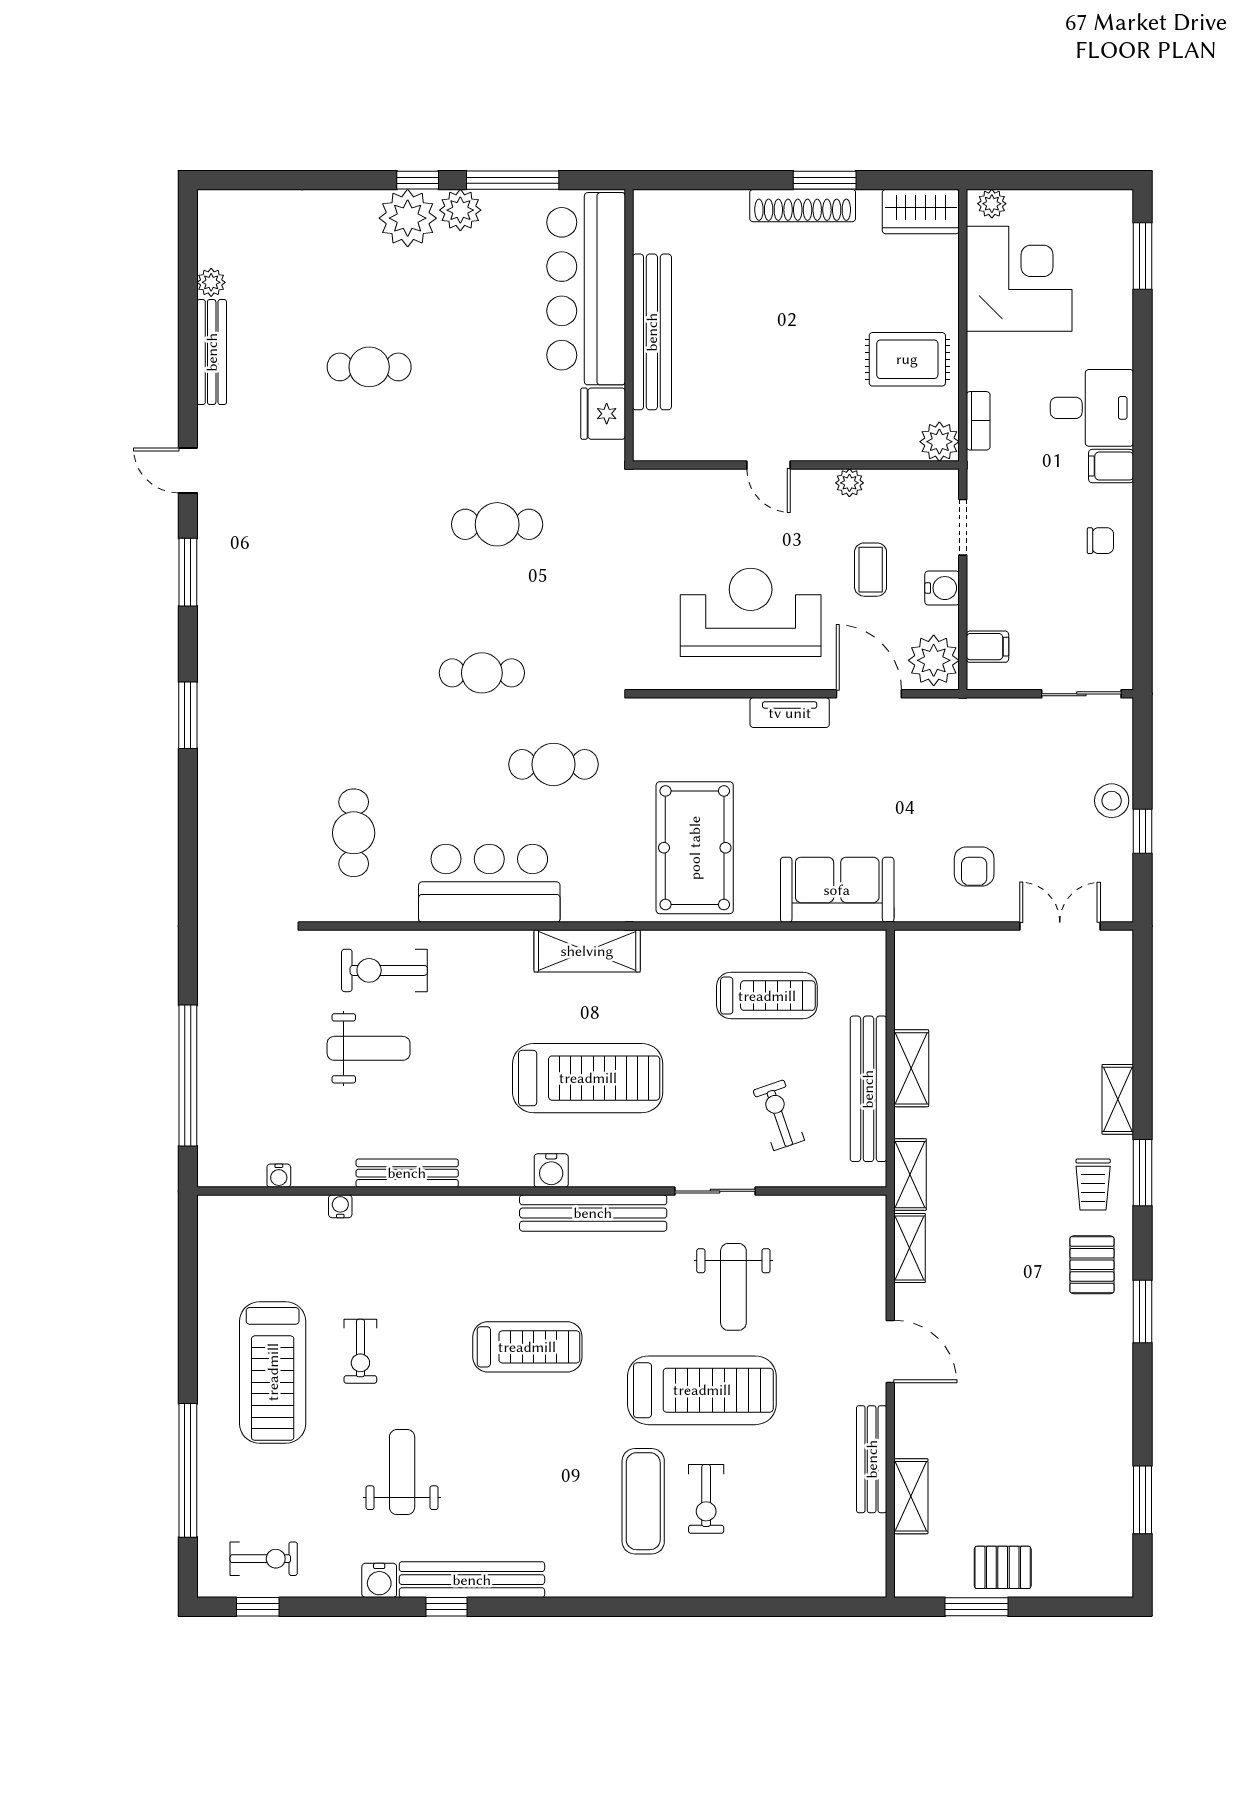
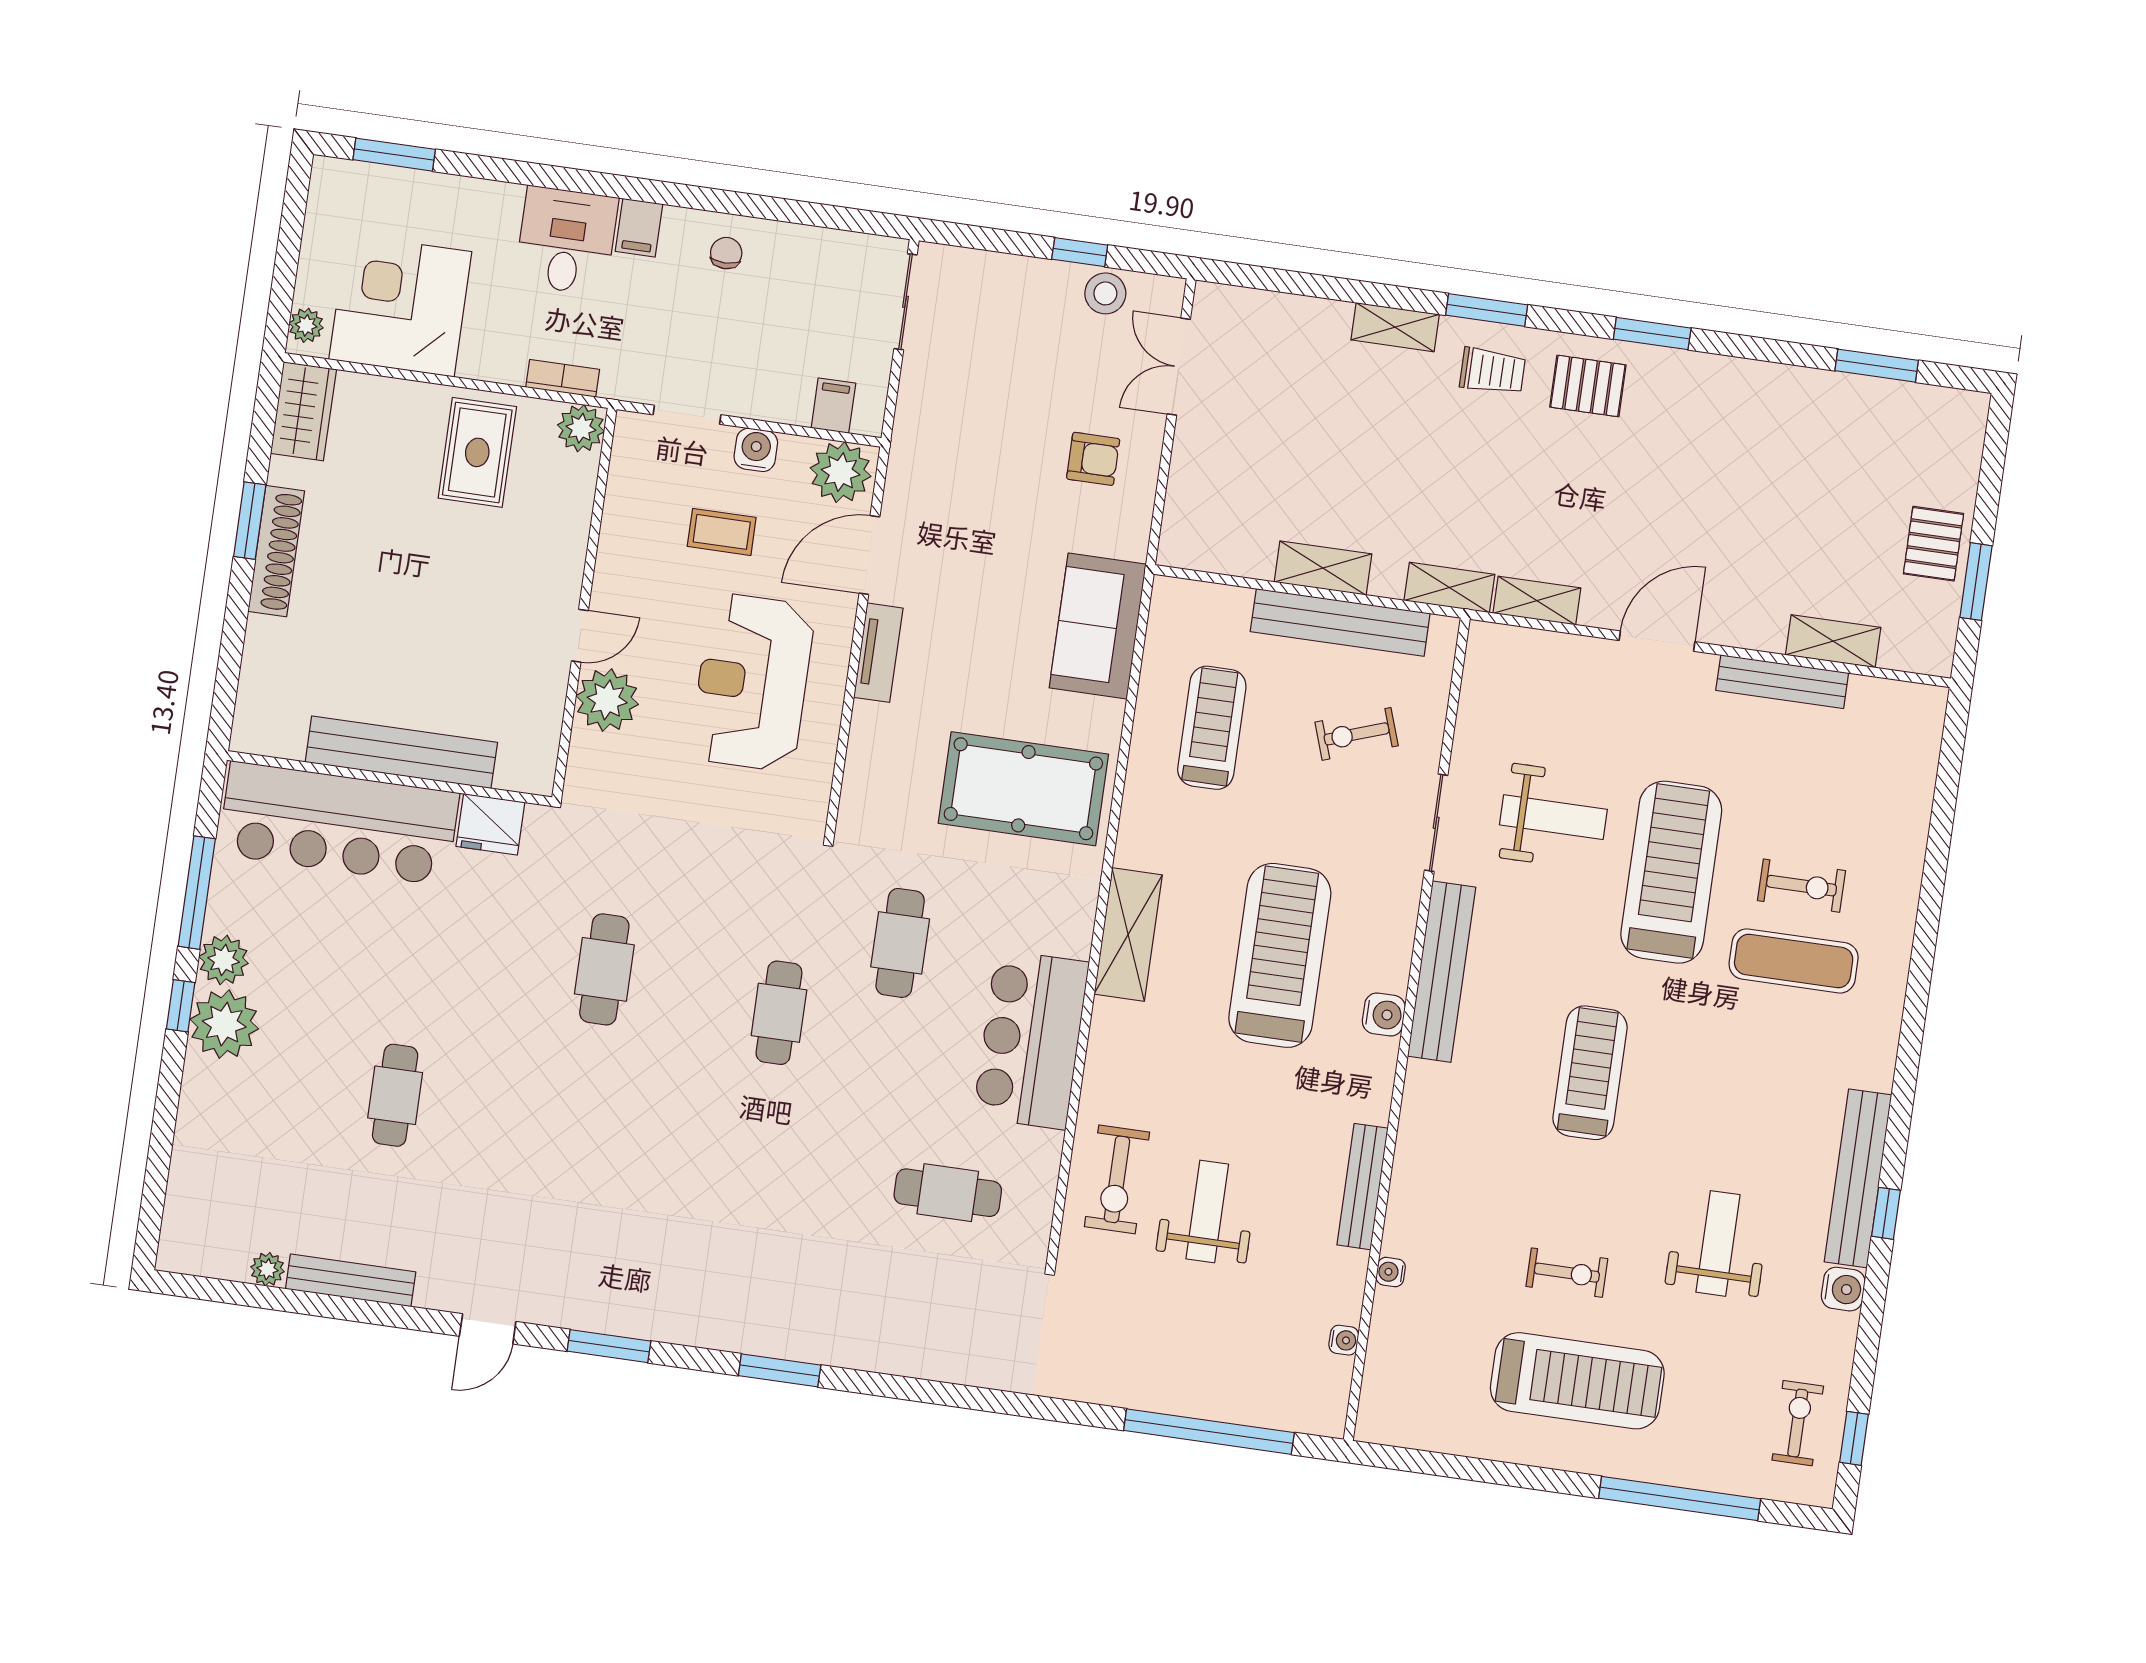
plant: (849, 483) -> (607, 700), moved, width x1.88, depth x1.88
stool: (1112, 801) -> (1105, 293), moved
weight bench: (402, 1472) -> (1718, 1243), turned 90

